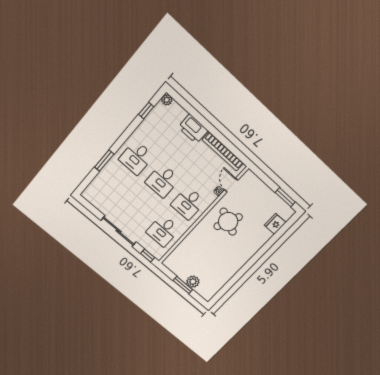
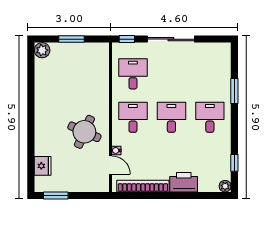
plant: (193, 282) -> (42, 50), moved

